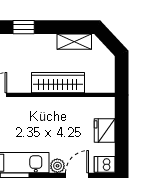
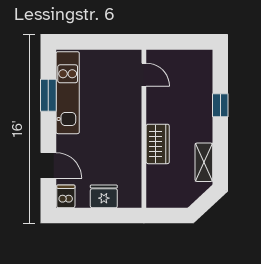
wardrobe: (58, 83) -> (158, 144), width x0.67
plant: (57, 166) -> (64, 143), removed

